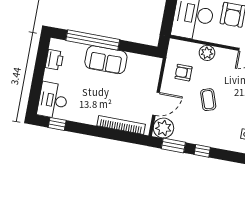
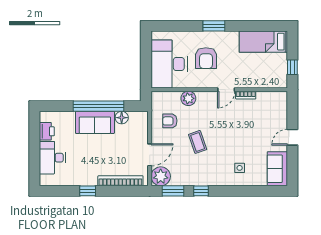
window: (93, 40) -> (99, 106), moved
floor lamp: (134, 60) -> (122, 118), added
desk: (53, 100) -> (52, 158), moved
window: (57, 124) -> (88, 191), moved

